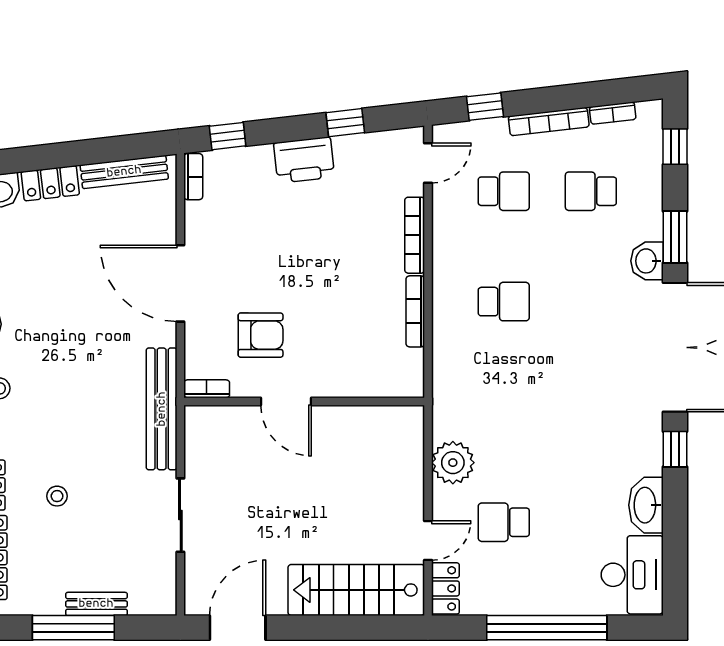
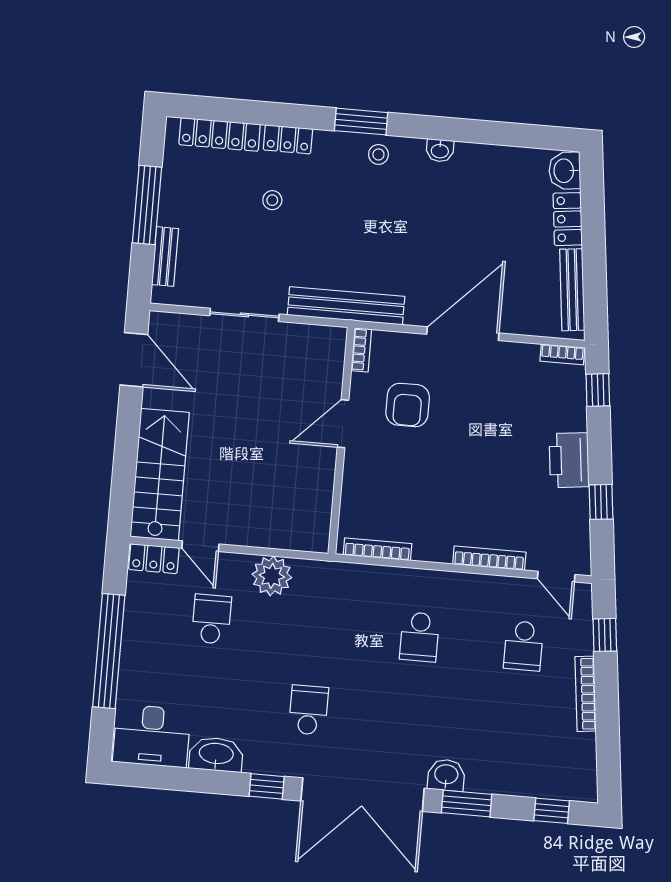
bookcase: (613, 113) -> (588, 755), removed
school desk: (591, 191) -> (308, 710), moved
bookcase: (415, 311) -> (377, 549), moved
bench: (96, 604) -> (165, 257), moved

